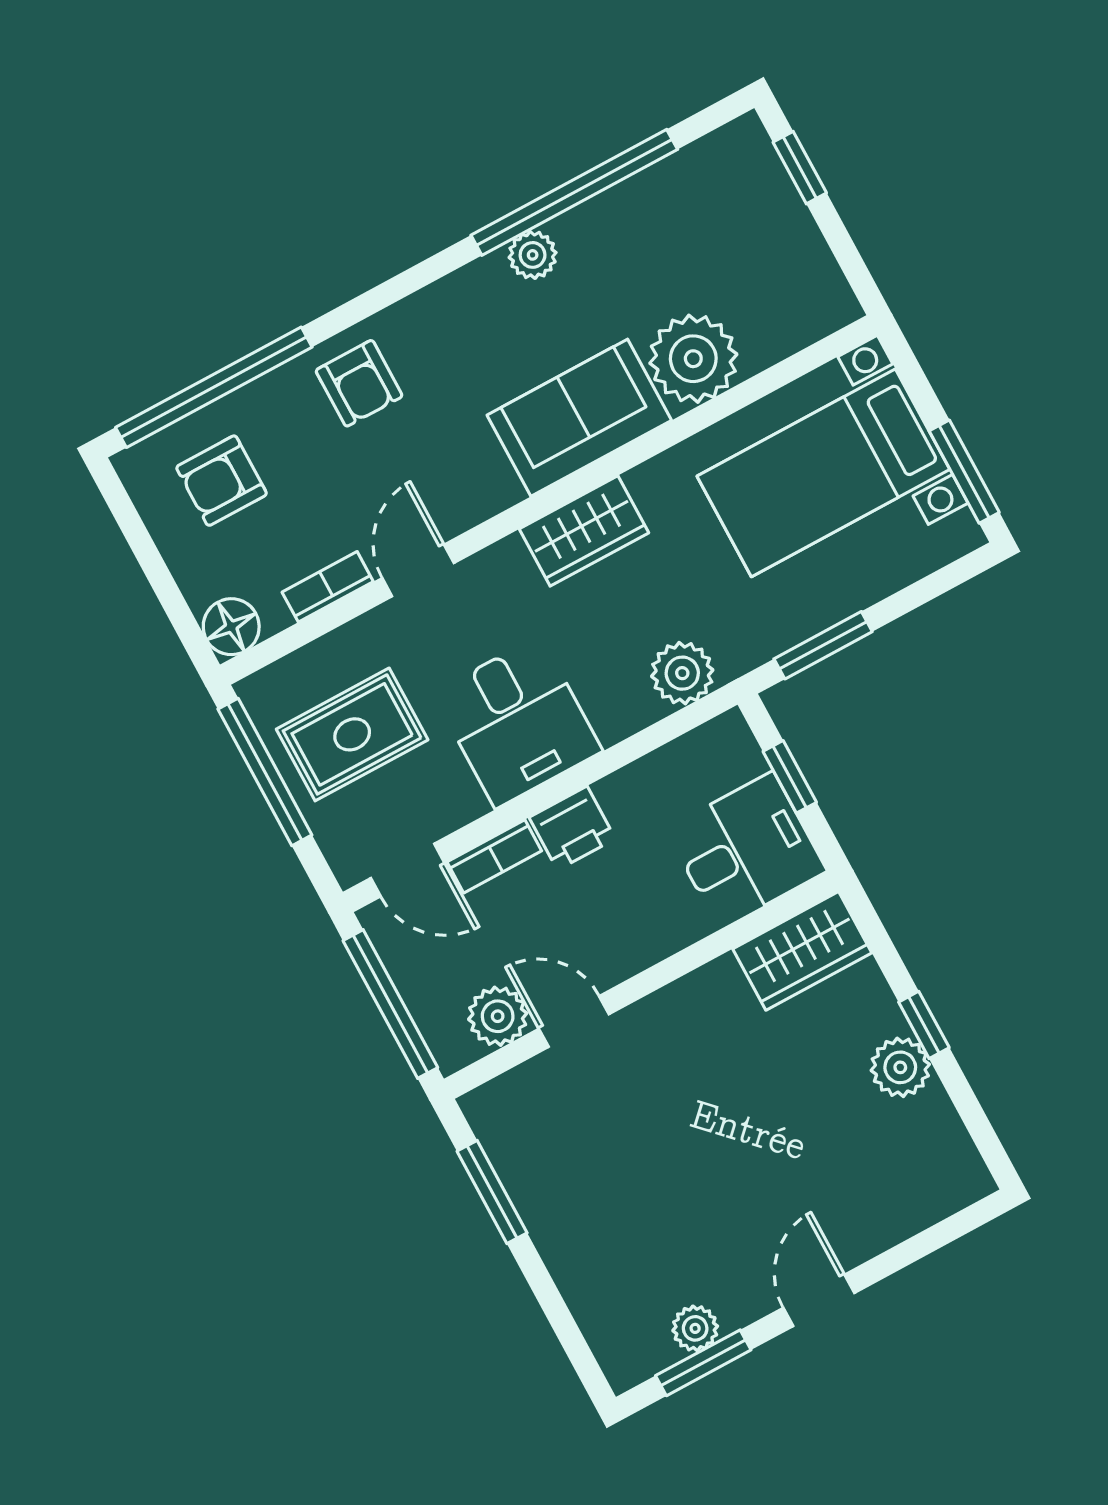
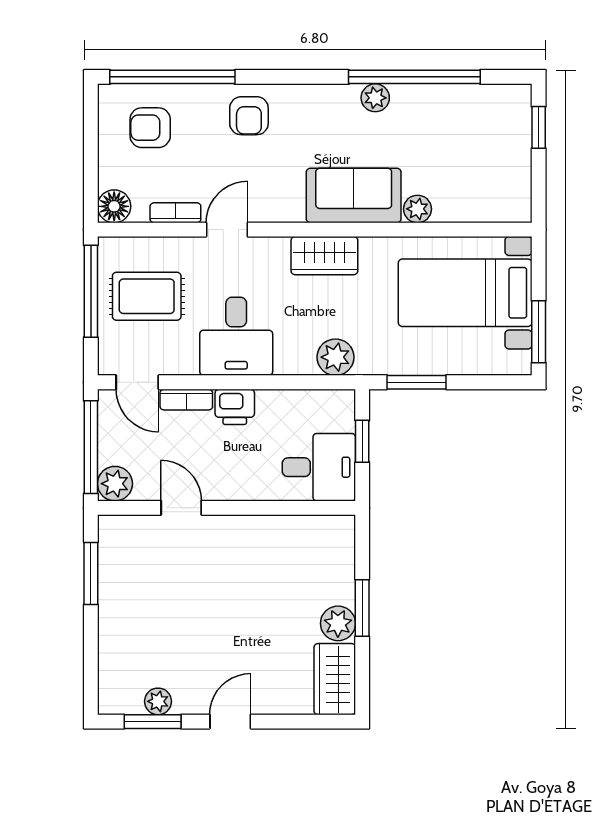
plant: (693, 359) -> (417, 209), width x0.53, depth x0.53
wardrobe: (802, 951) -> (335, 679), moved, turned 90
plant: (498, 1016) -> (115, 484), moved
window: (924, 1025) -> (362, 608), width x1.50

